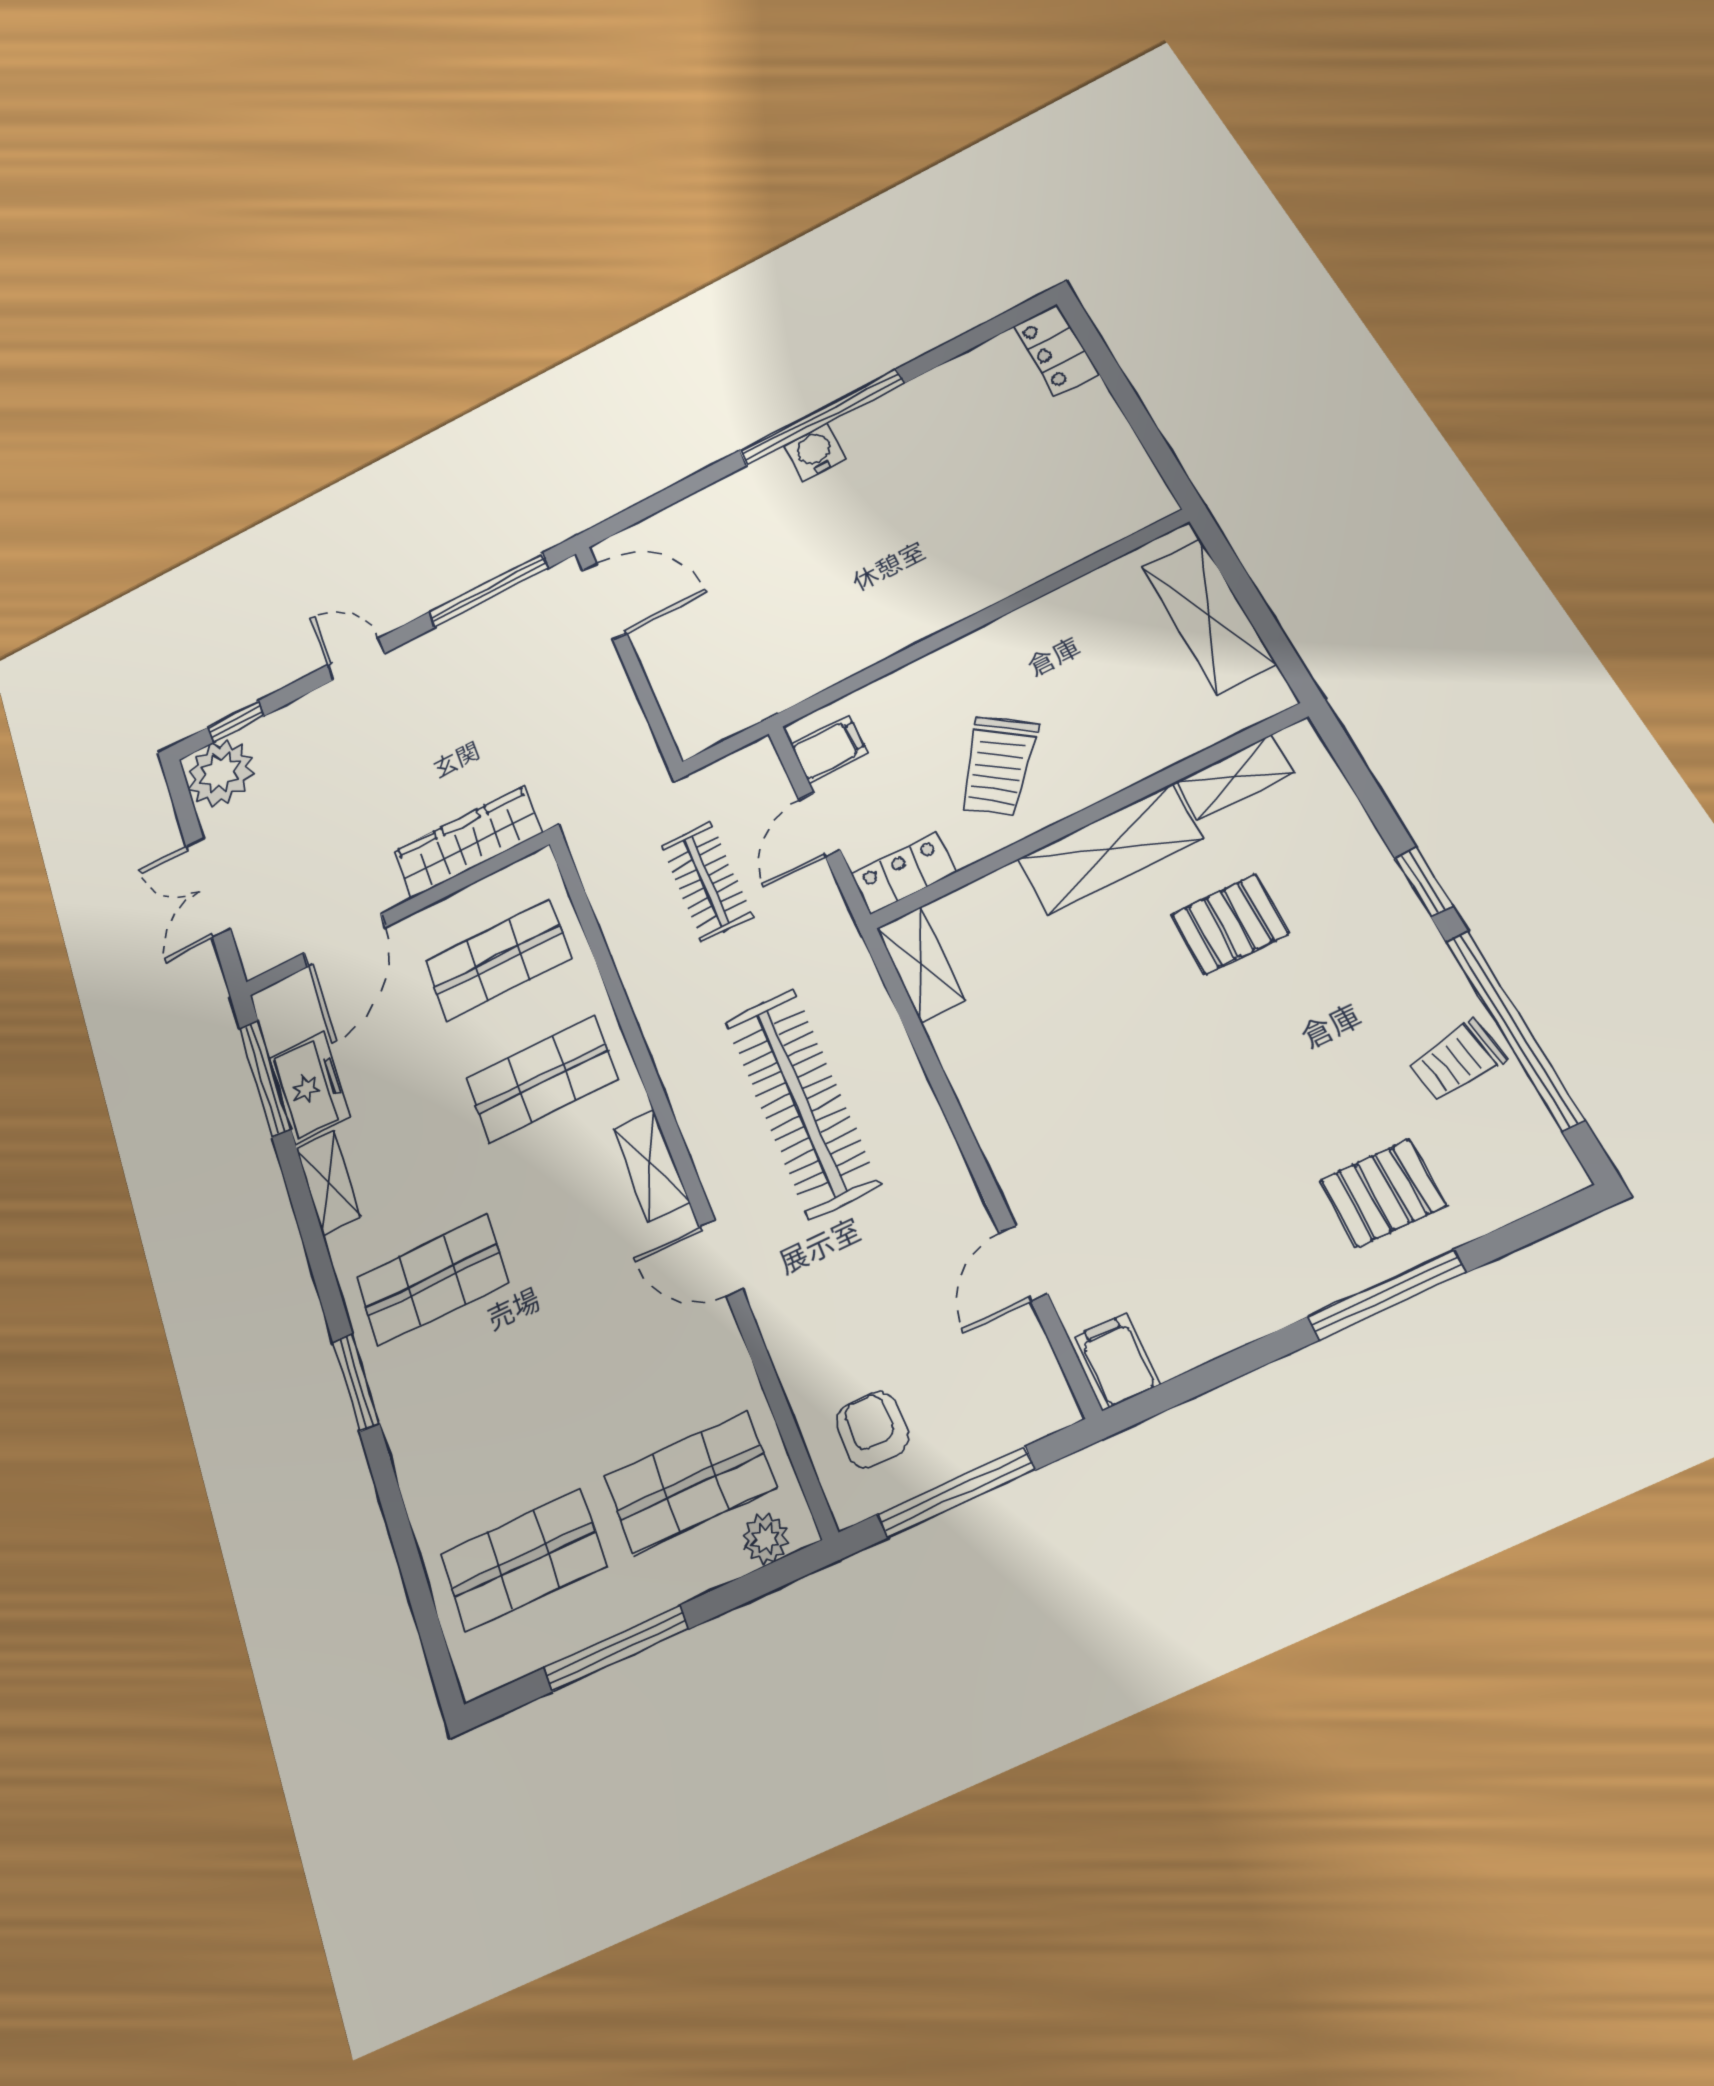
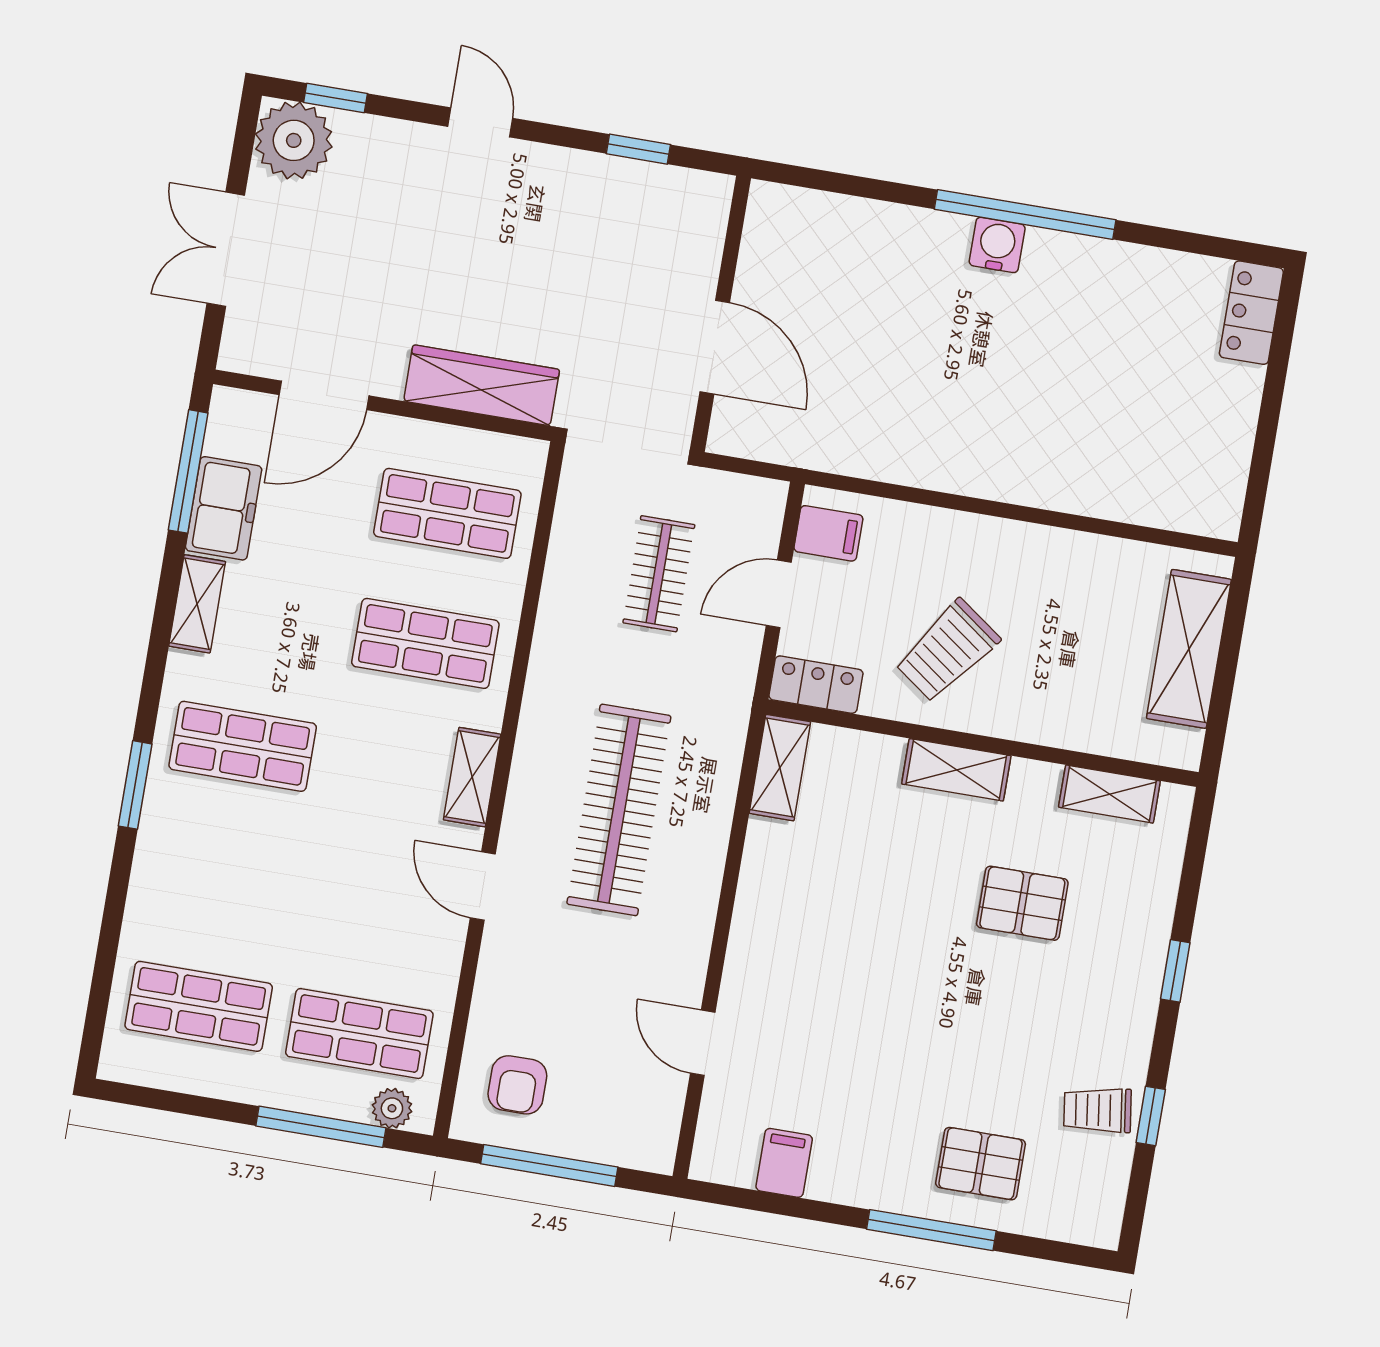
window: (488, 590) -> (638, 149), width x0.46
door: (604, 601) -> (715, 347), moved
shelving: (1110, 849) -> (956, 770), width x0.67, depth x0.75
window: (1514, 1029) -> (1151, 1116), width x0.32
door: (1023, 1263) -> (703, 1043), hinge flipped
filing cabinet: (1117, 1360) -> (784, 1163), moved
armchair: (872, 1430) -> (517, 1085), turned 180
window: (616, 1648) -> (321, 1127), moved

